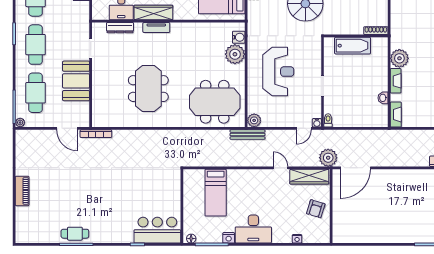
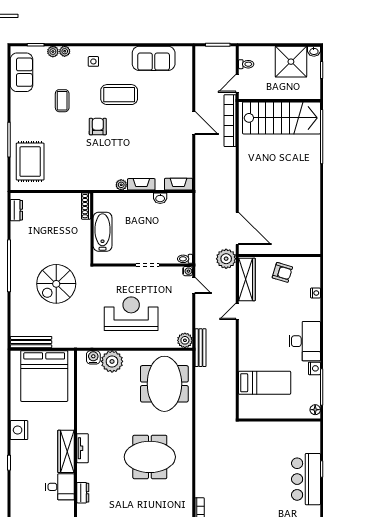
dresser: (120, 28) -> (83, 493), width x0.70
plant: (399, 58) -> (121, 185), width x0.53, depth x0.53
bar counter: (157, 230) -> (306, 479), moved

